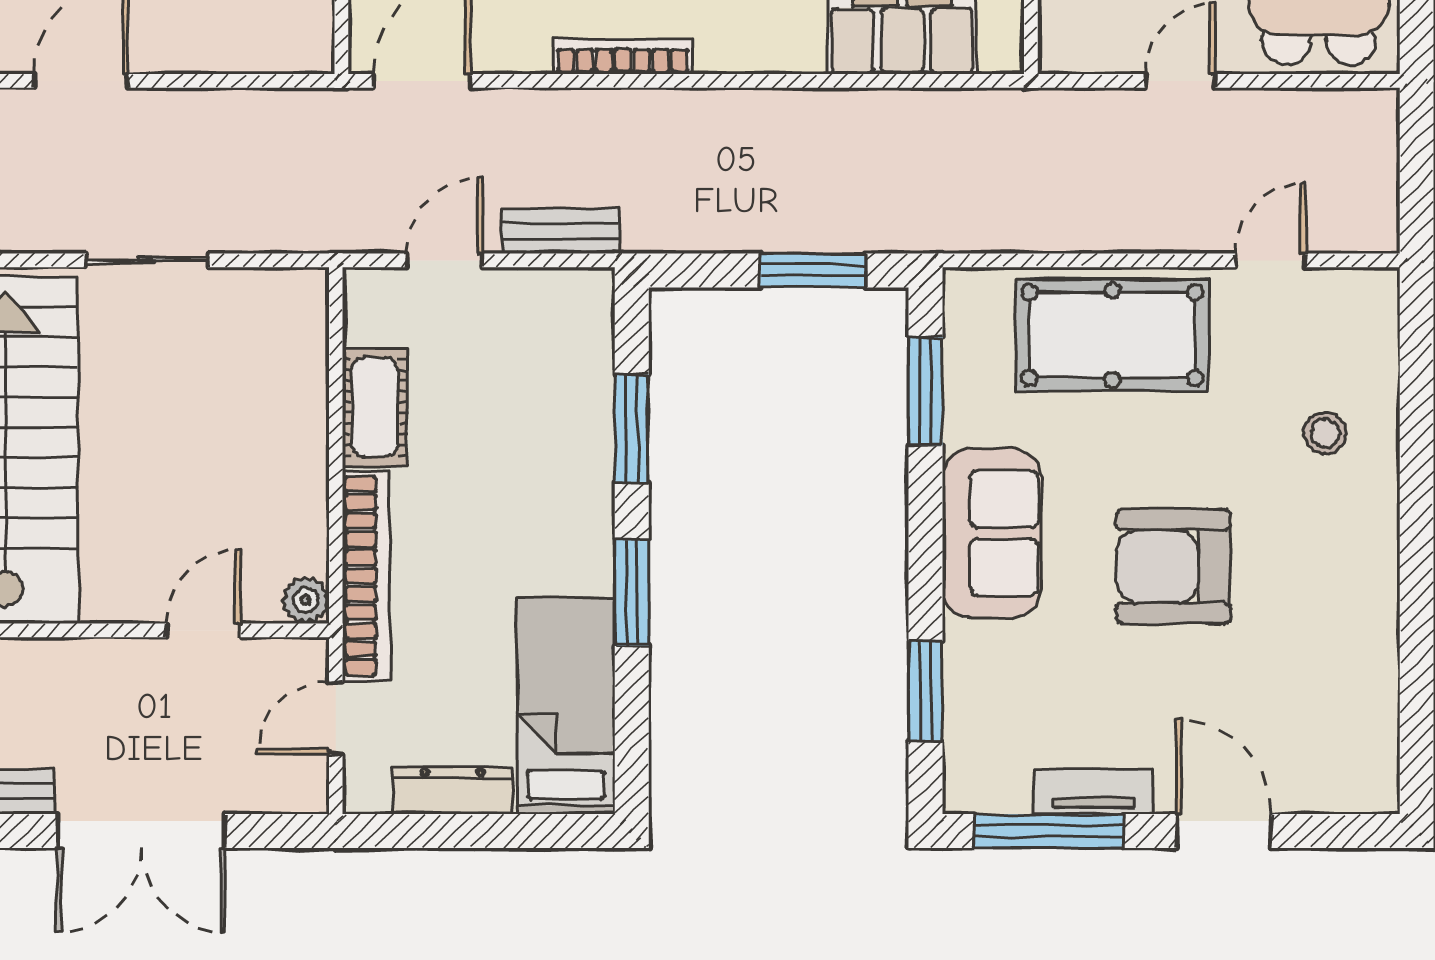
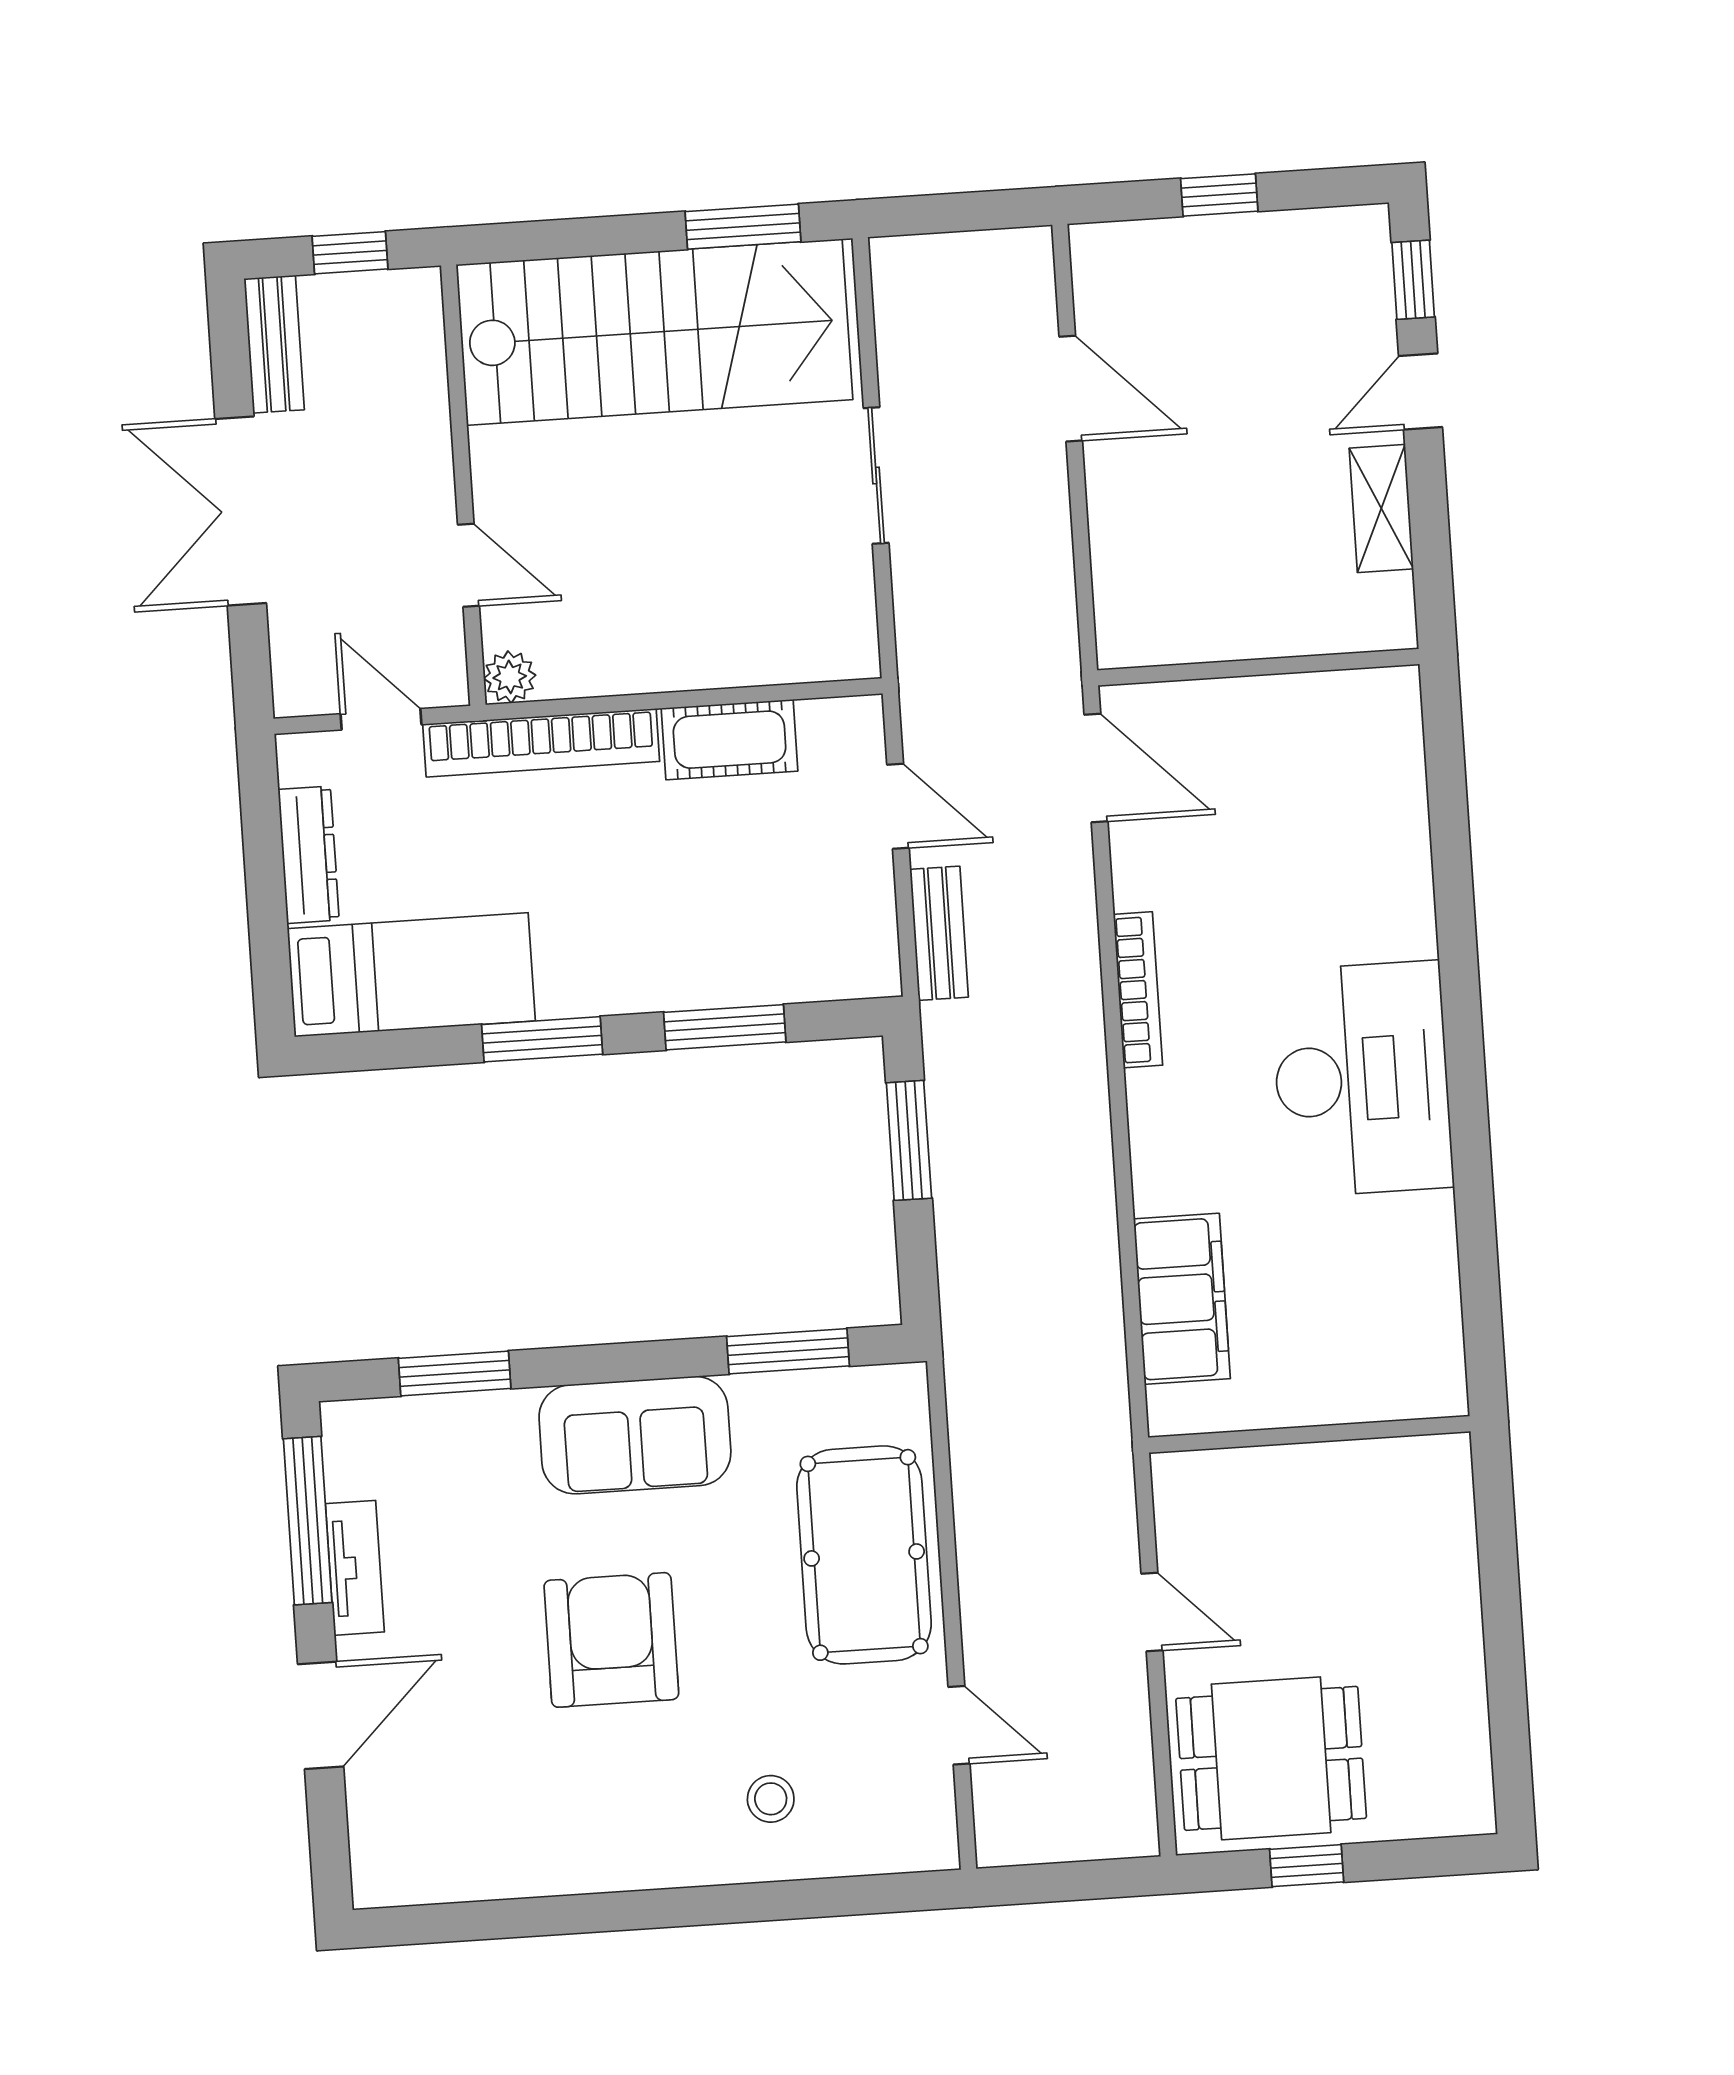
window: (813, 270) -> (909, 1140), moved

